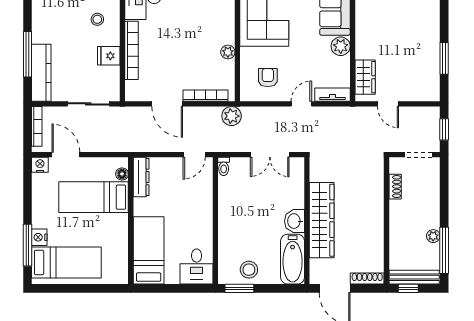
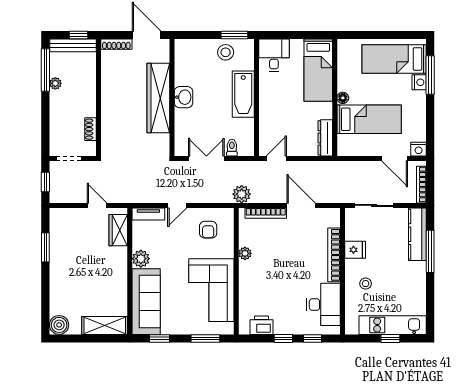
toilet: (224, 166) -> (232, 148), moved
floor lamp: (122, 174) -> (343, 98), moved
bathtub: (293, 259) -> (243, 94), moved, turned 180

